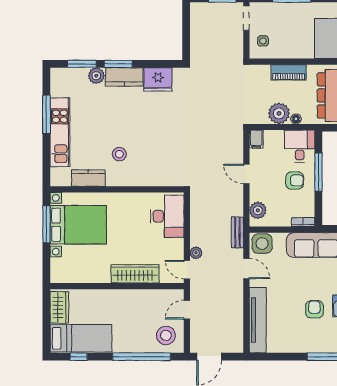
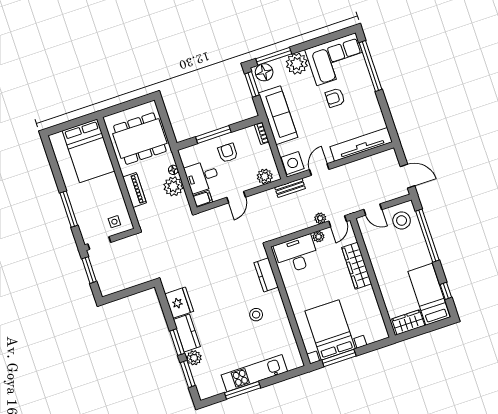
desk: (300, 146) -> (202, 176), moved
kitchen counter: (88, 178) -> (266, 275), moved
plant: (178, 245) -> (318, 237), added

